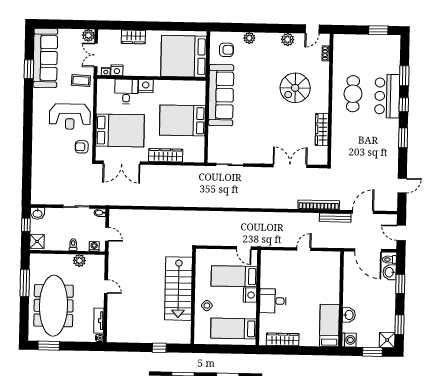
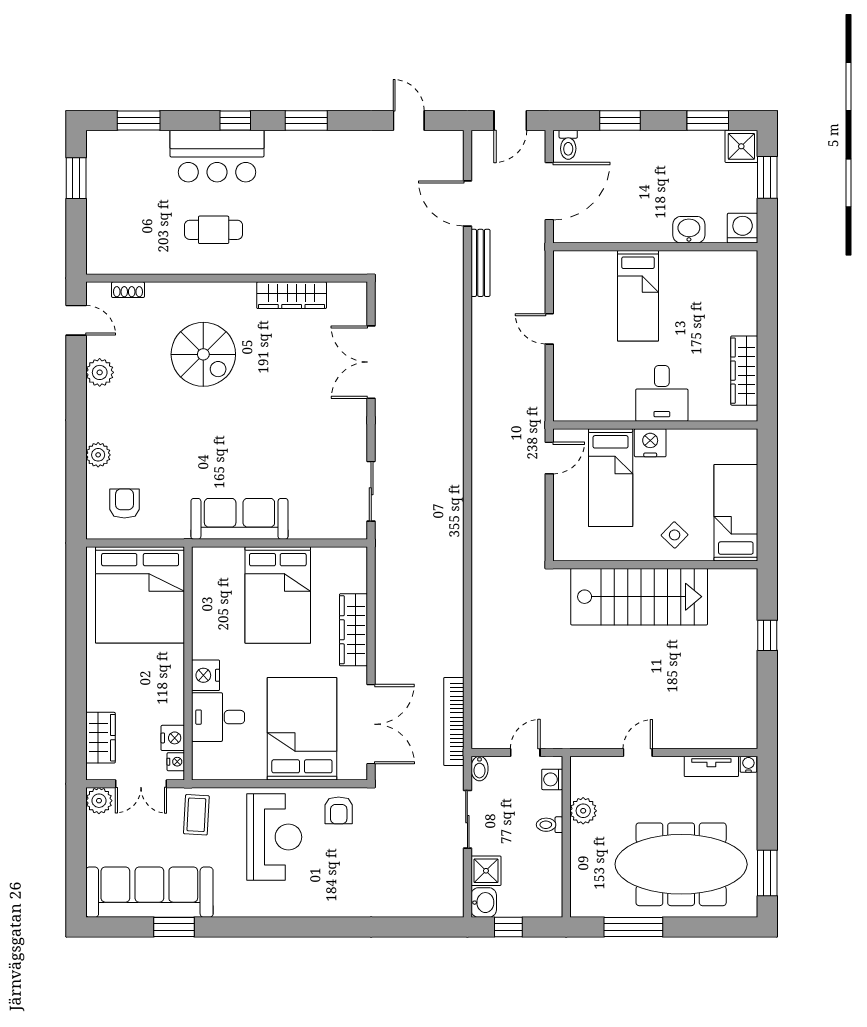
wardrobe: (133, 37) -> (101, 738), moved
window: (404, 76) -> (139, 120), moved
cafe table: (353, 94) -> (214, 230), width x0.73, depth x0.74
sofa: (221, 95) -> (239, 519), width x0.74, depth x0.79
bookcase: (319, 205) -> (454, 721), moved
shower: (37, 241) -> (486, 871), moved
washbasin: (390, 272) -> (595, 144), removed
bed: (329, 325) -> (638, 296), moved, turned -90
bed: (233, 328) -> (736, 513), moved, turned 180

